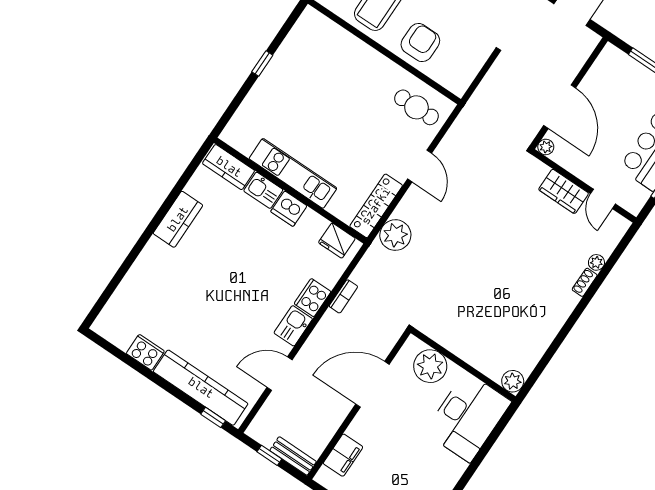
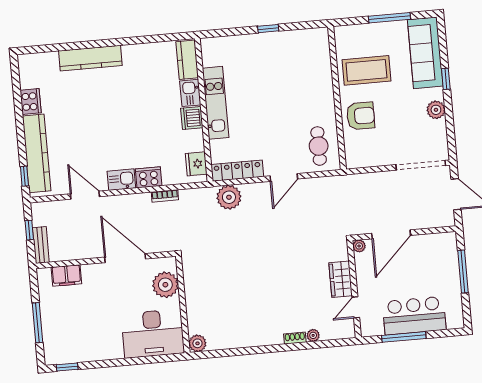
kitchen counter: (178, 219) -> (90, 58), moved, width x1.50

